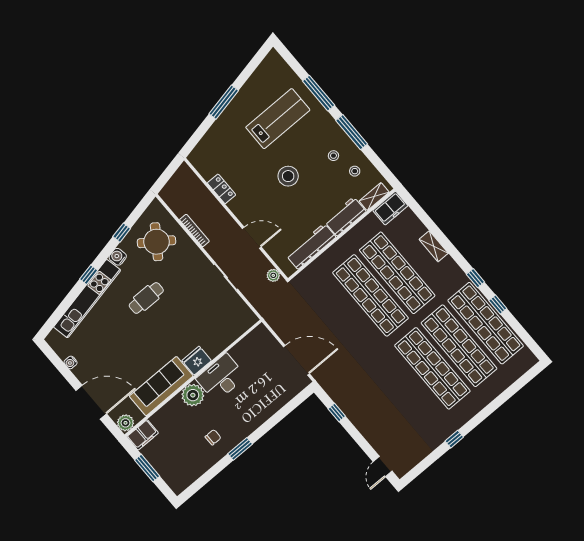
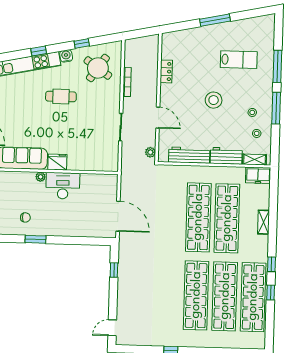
lab bench: (278, 119) -> (239, 60), width x0.73, depth x0.72
plant: (193, 395) -> (41, 177), width x0.53, depth x0.53

